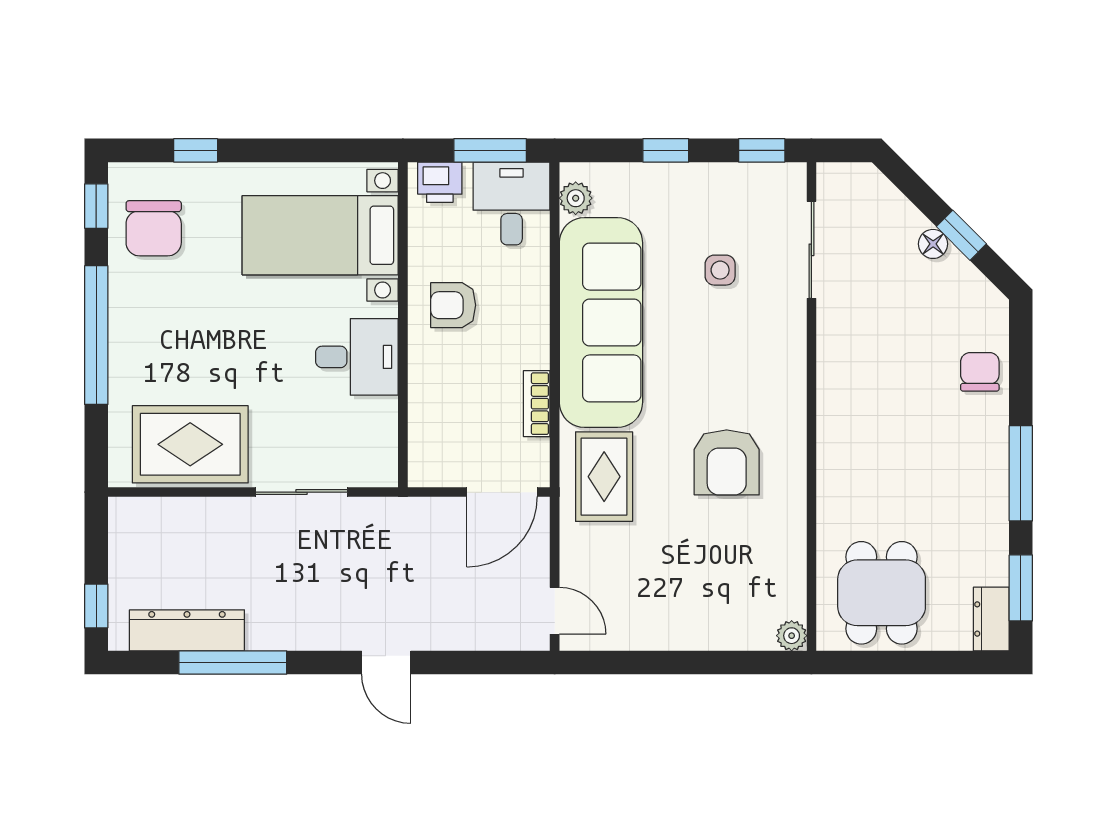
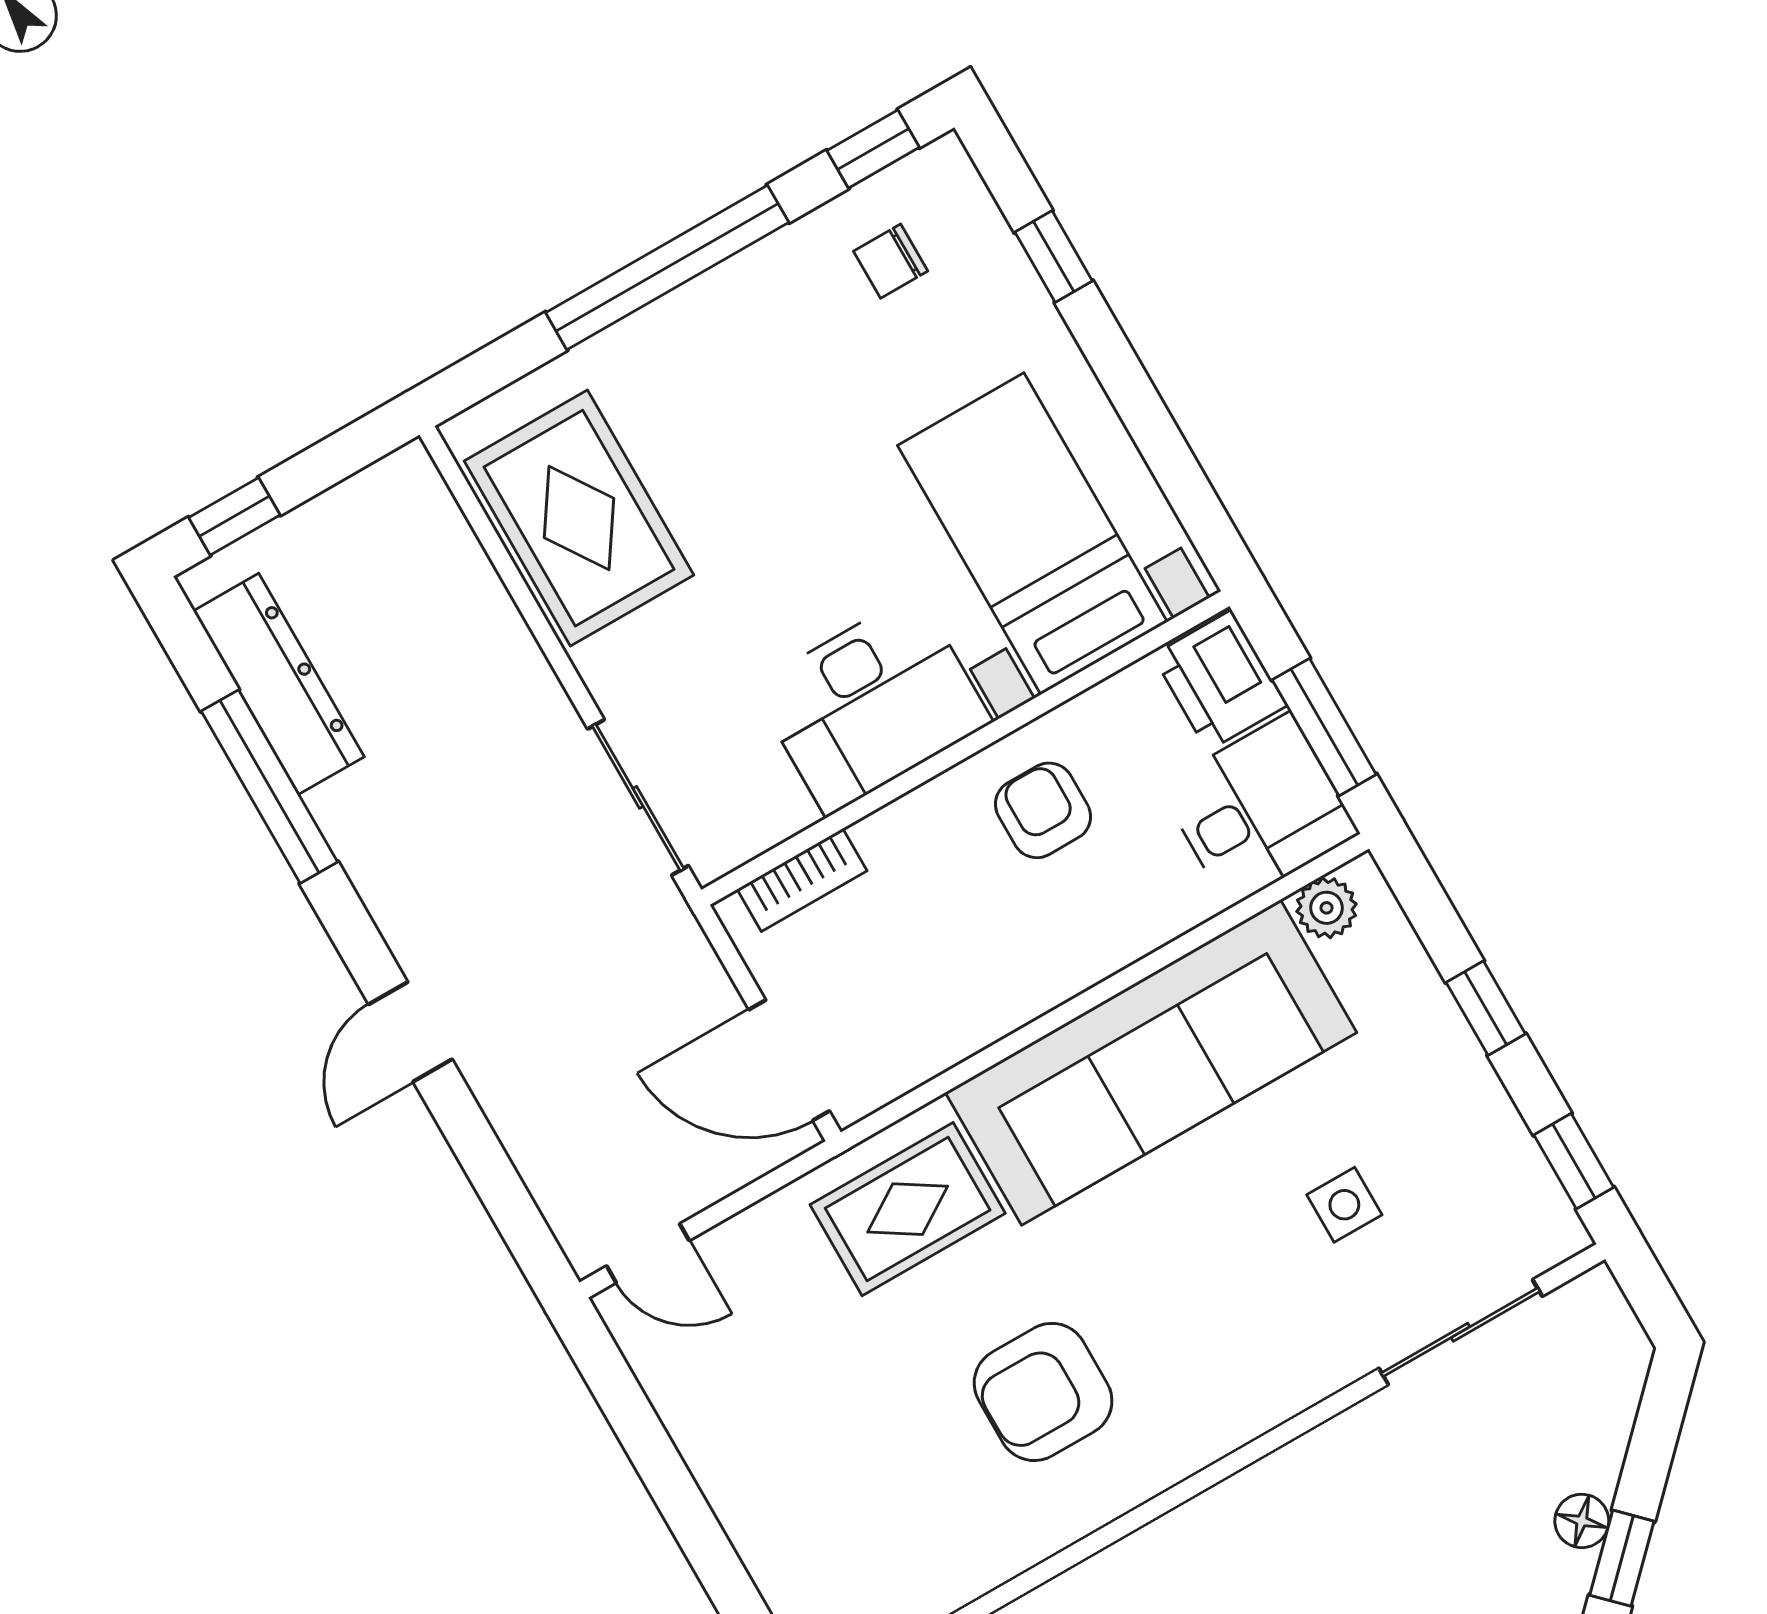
printer: (440, 182) -> (1220, 680), width x1.36, depth x1.24
chair: (154, 228) -> (891, 261), width x0.54, depth x0.54
desk: (357, 357) -> (872, 704), width x1.37
bookcase: (537, 404) -> (802, 880), moved, turned 180
sliding door: (301, 492) -> (638, 797), moved
door: (555, 611) -> (648, 1253), hinge flipped

